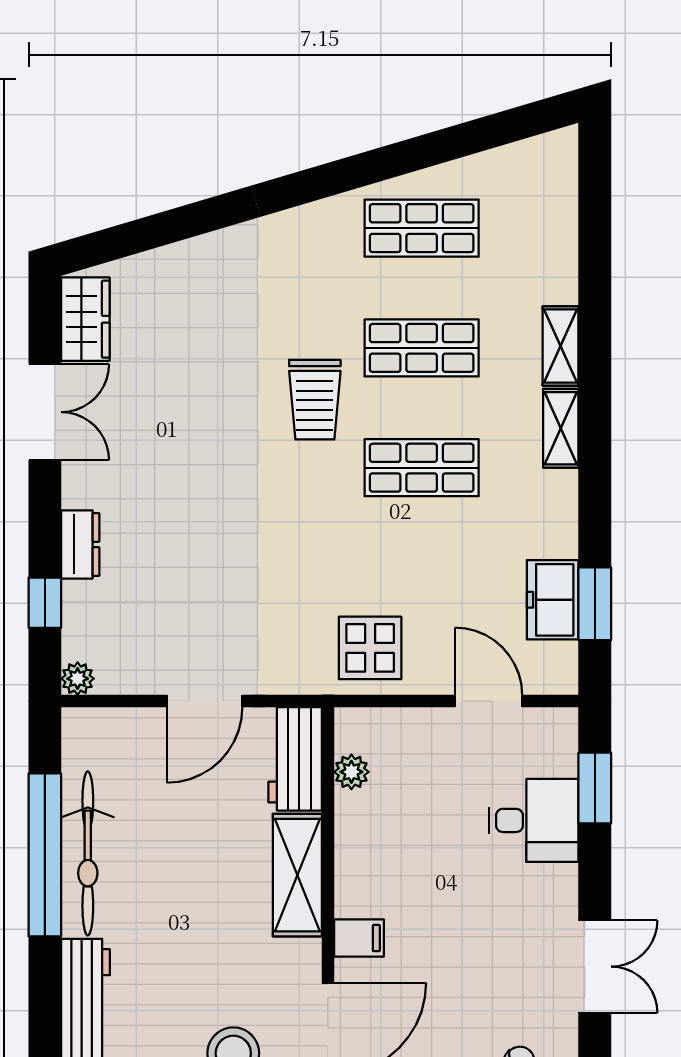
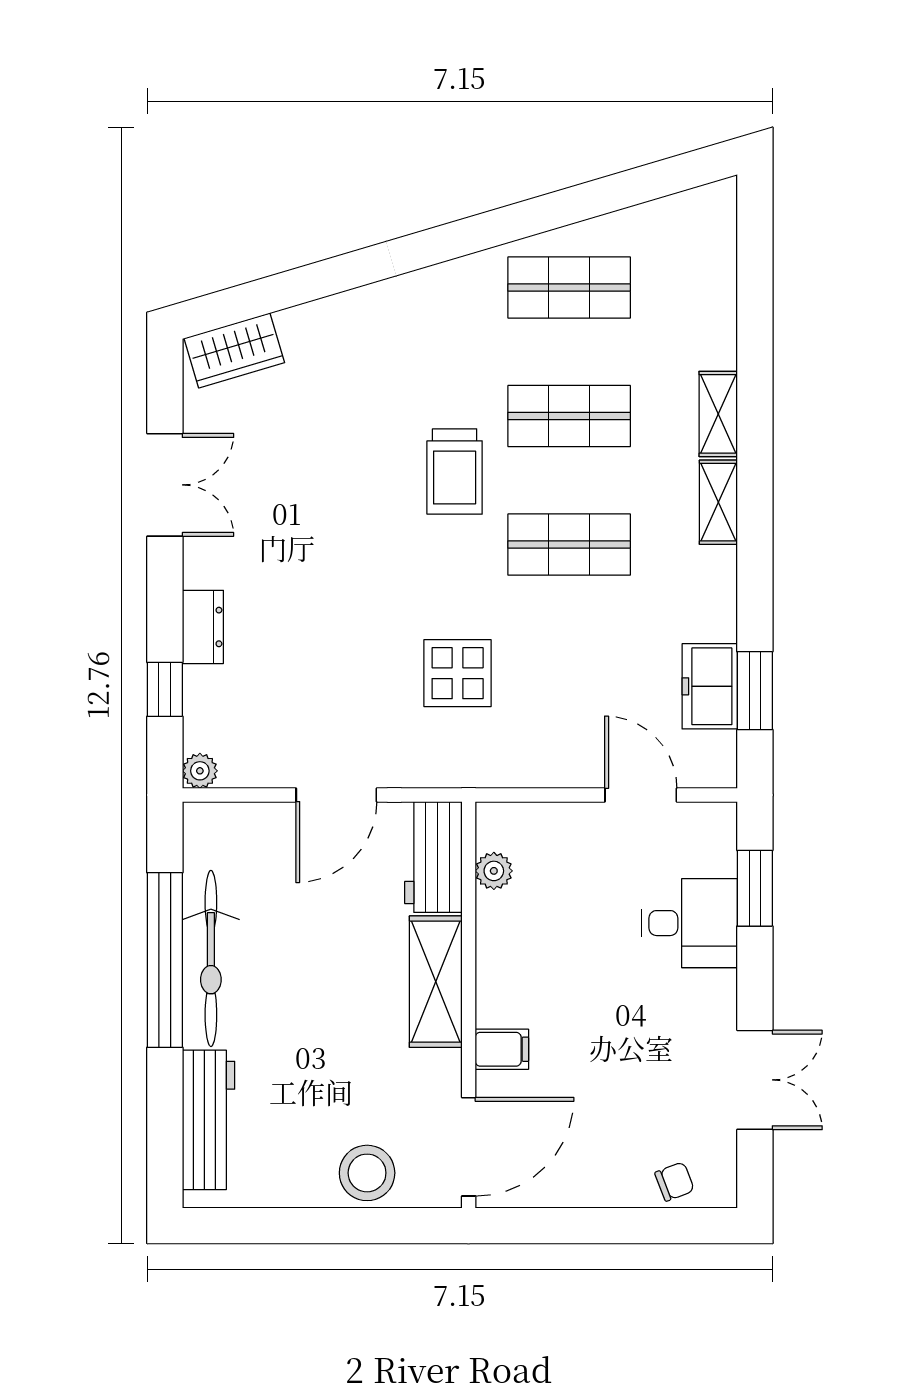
wardrobe: (85, 319) -> (234, 350), moved, turned 74
display table: (370, 648) -> (458, 673), moved

